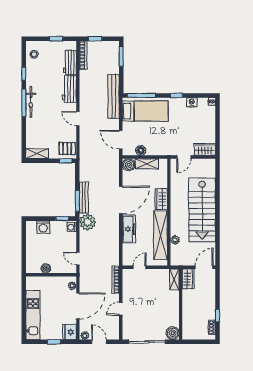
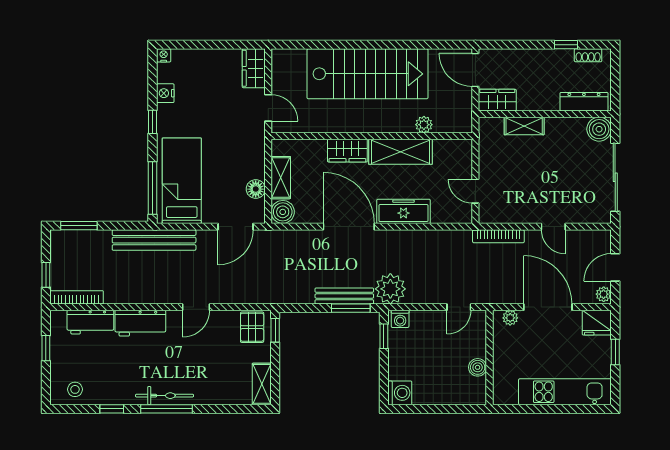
washing machine: (43, 227) -> (400, 393), moved
shelving: (161, 235) -> (400, 152), width x0.68
shelving: (174, 279) -> (524, 126), moved
dresser: (187, 325) -> (584, 102), added

